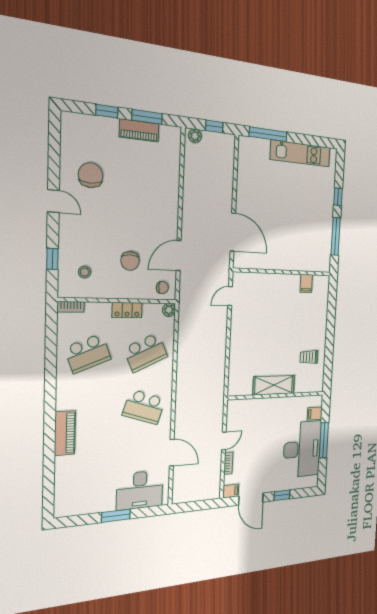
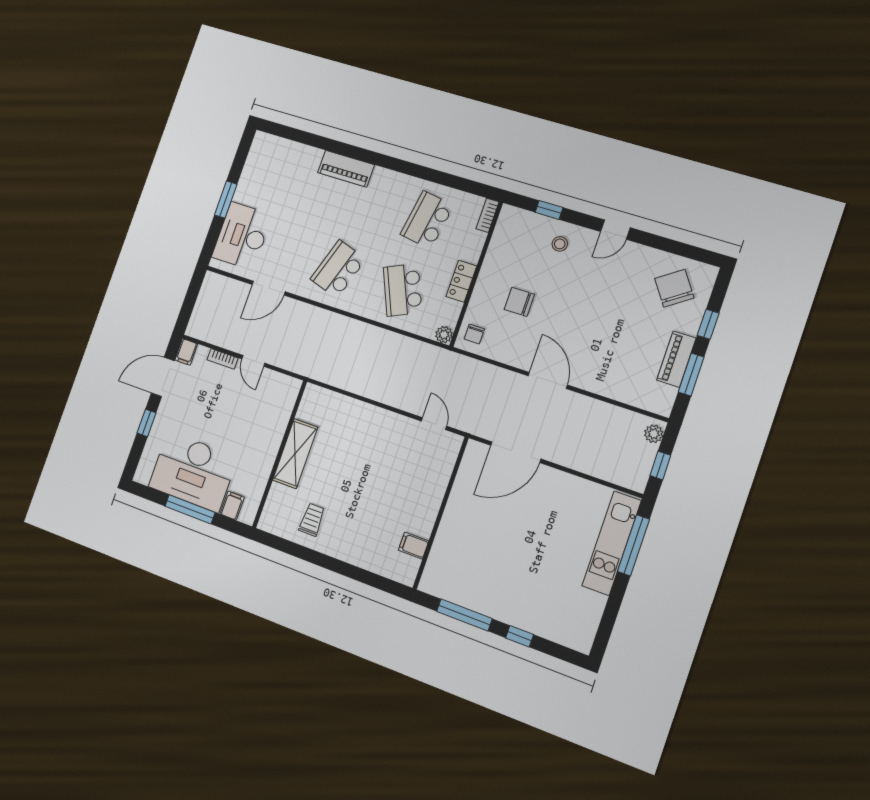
kitchen unit: (300, 153) -> (612, 543), moved
chair: (91, 175) -> (674, 288), moved, turned -125
door: (179, 256) -> (548, 380), moved
stool: (85, 272) -> (560, 244), moved
school desk: (88, 353) -> (427, 220), turned 30

